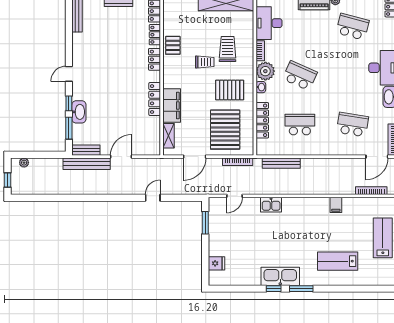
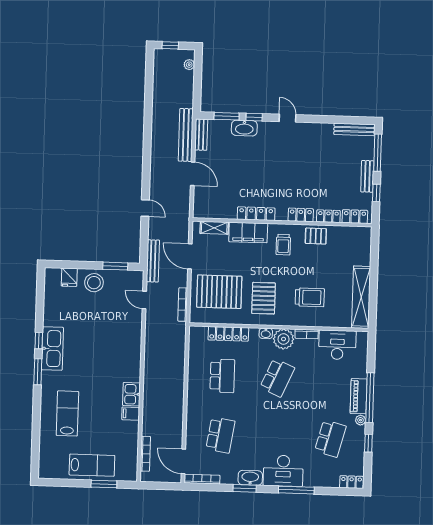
trolley: (205, 62) -> (283, 245), moved
bench: (281, 163) -> (153, 261), moved
kitchen sink: (271, 205) -> (132, 394), moved
stool: (221, 241) -> (94, 283), added

